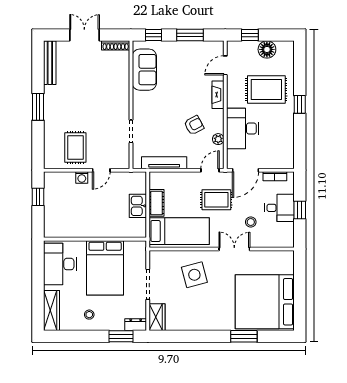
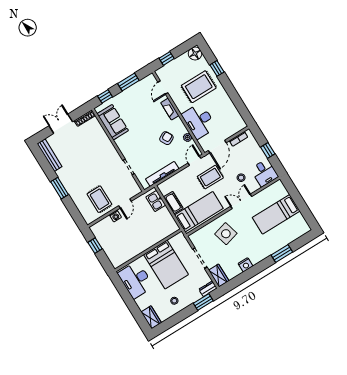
floor lamp: (267, 49) -> (195, 54), moved
window: (300, 104) -> (217, 68), moved
kitchen sink: (138, 206) -> (156, 201), moved
desk: (279, 208) -> (264, 173), moved, turned 90
bed: (265, 302) -> (276, 214), width x0.49
wardrobe: (51, 310) -> (151, 317), width x0.67
nightstand: (195, 324) -> (246, 265), added

